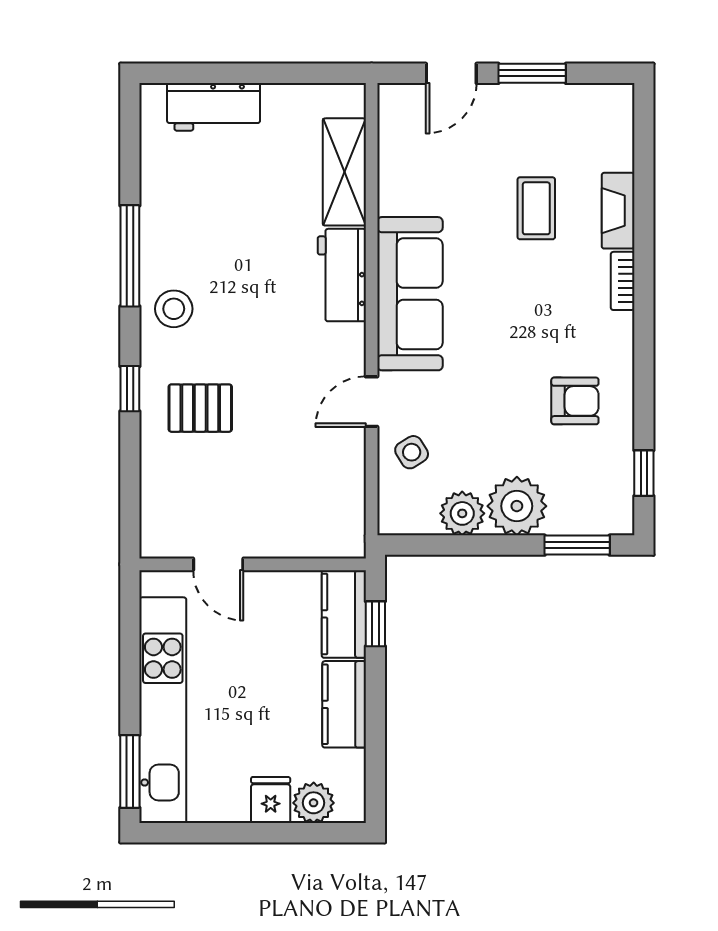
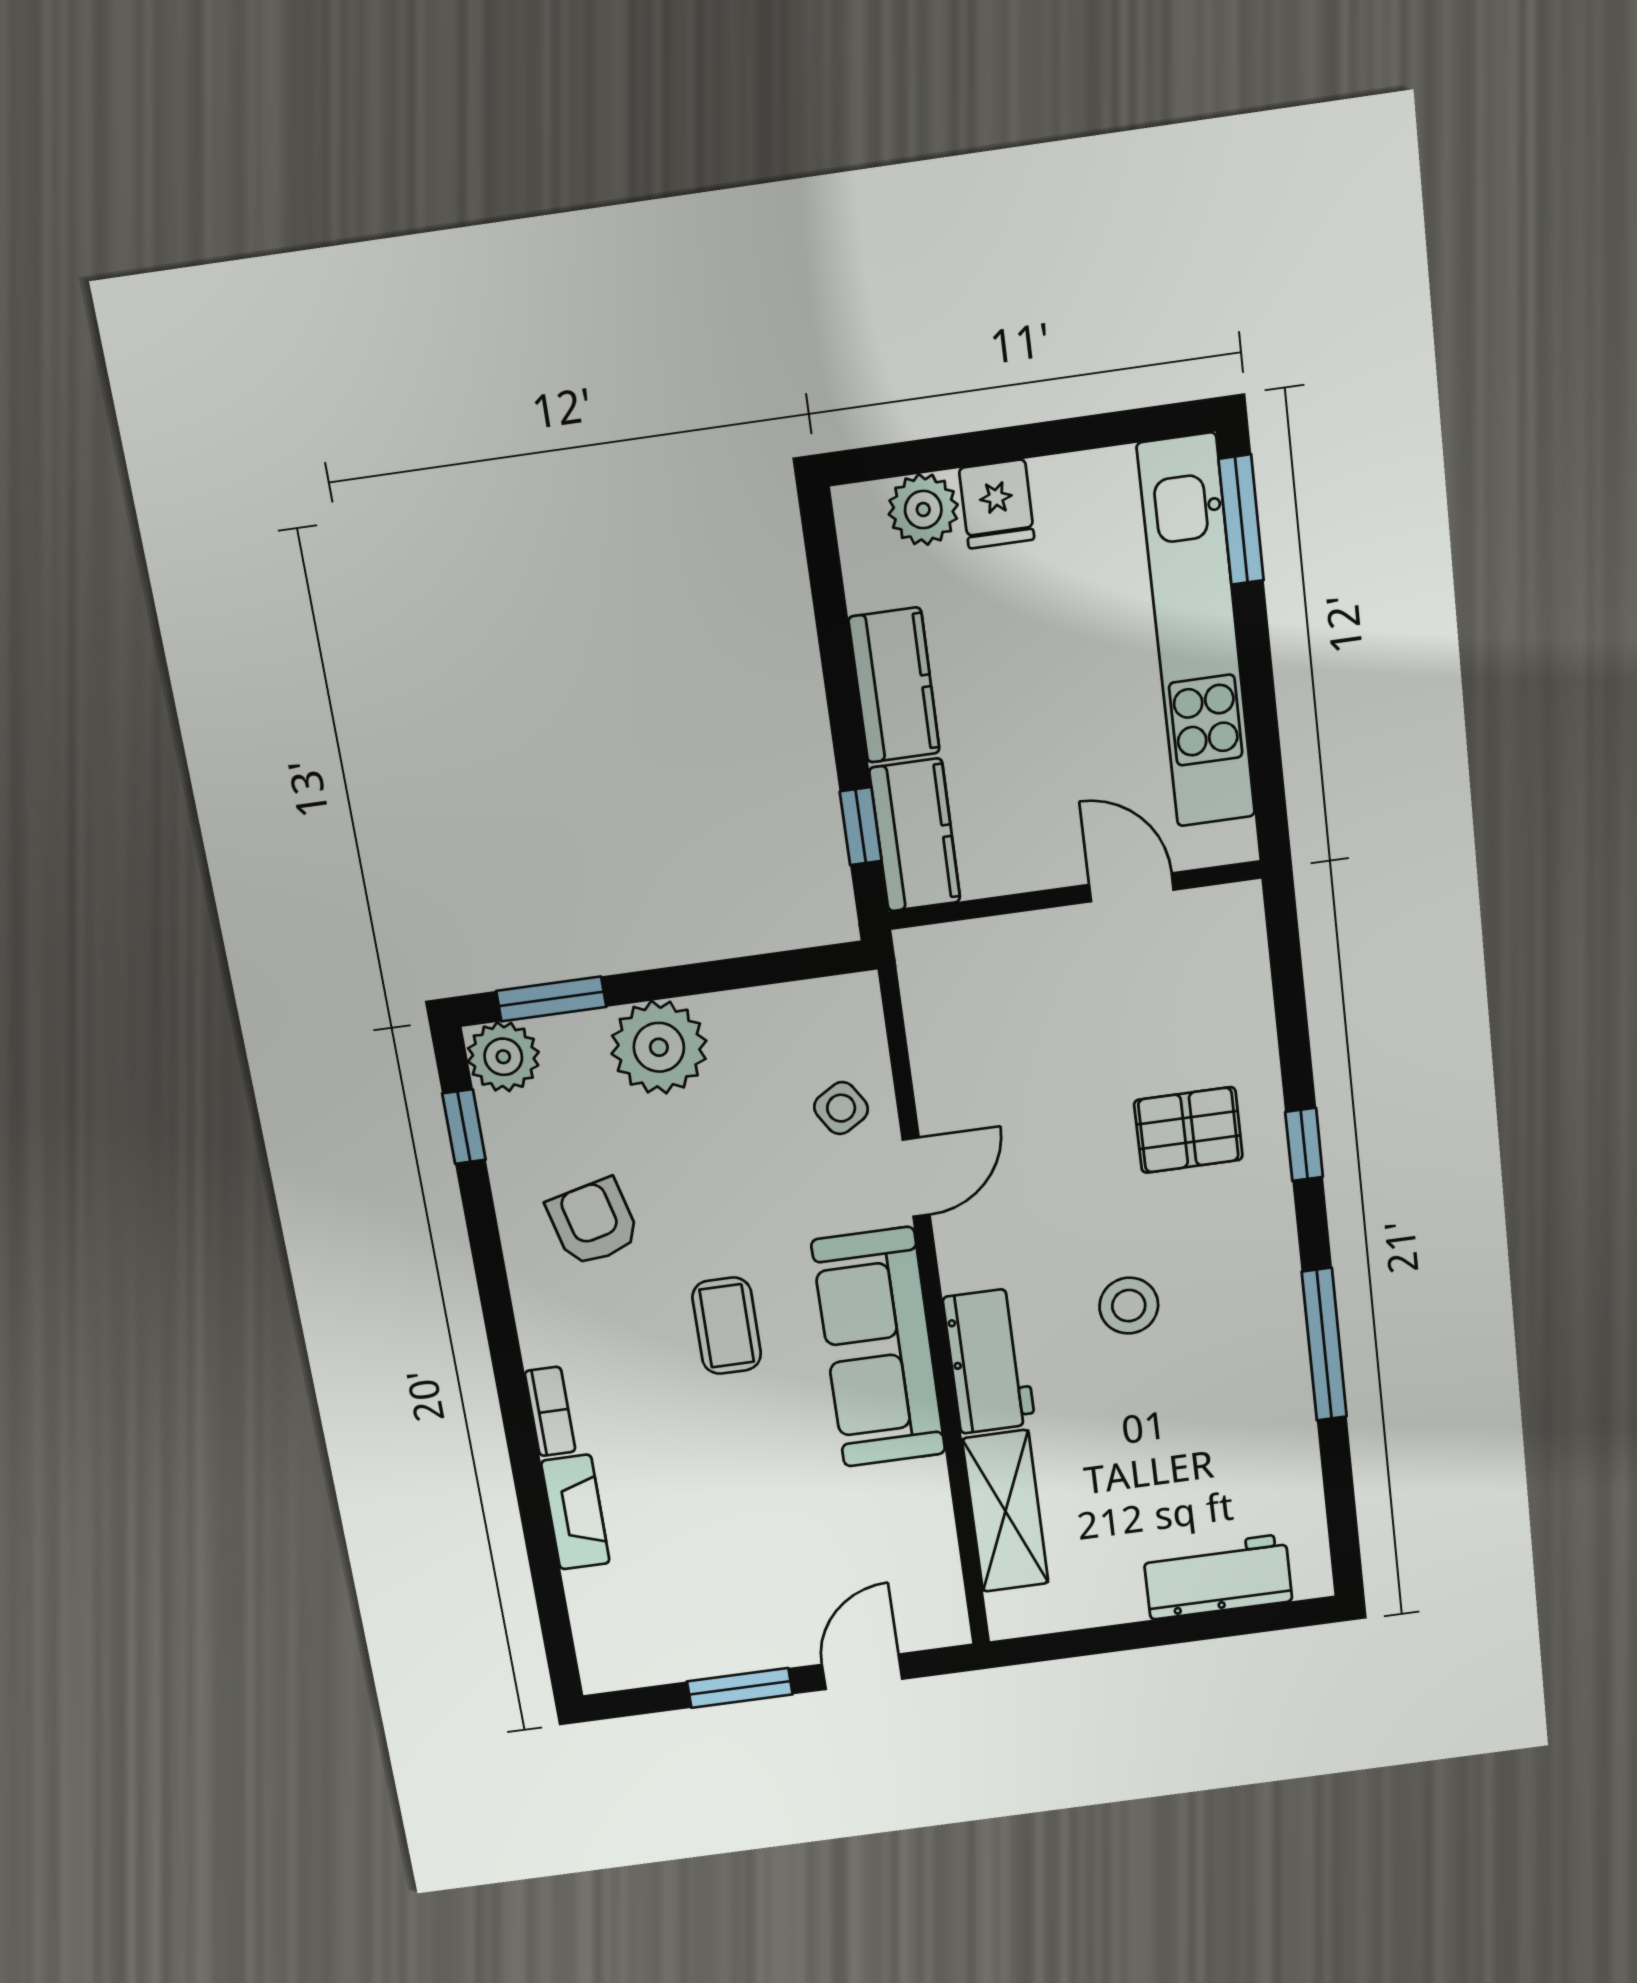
coffee table: (536, 208) -> (727, 1326), moved
stool: (174, 309) -> (1129, 1306), moved
armchair: (575, 401) -> (593, 1222), turned 76
plant: (462, 513) -> (503, 1057), moved

